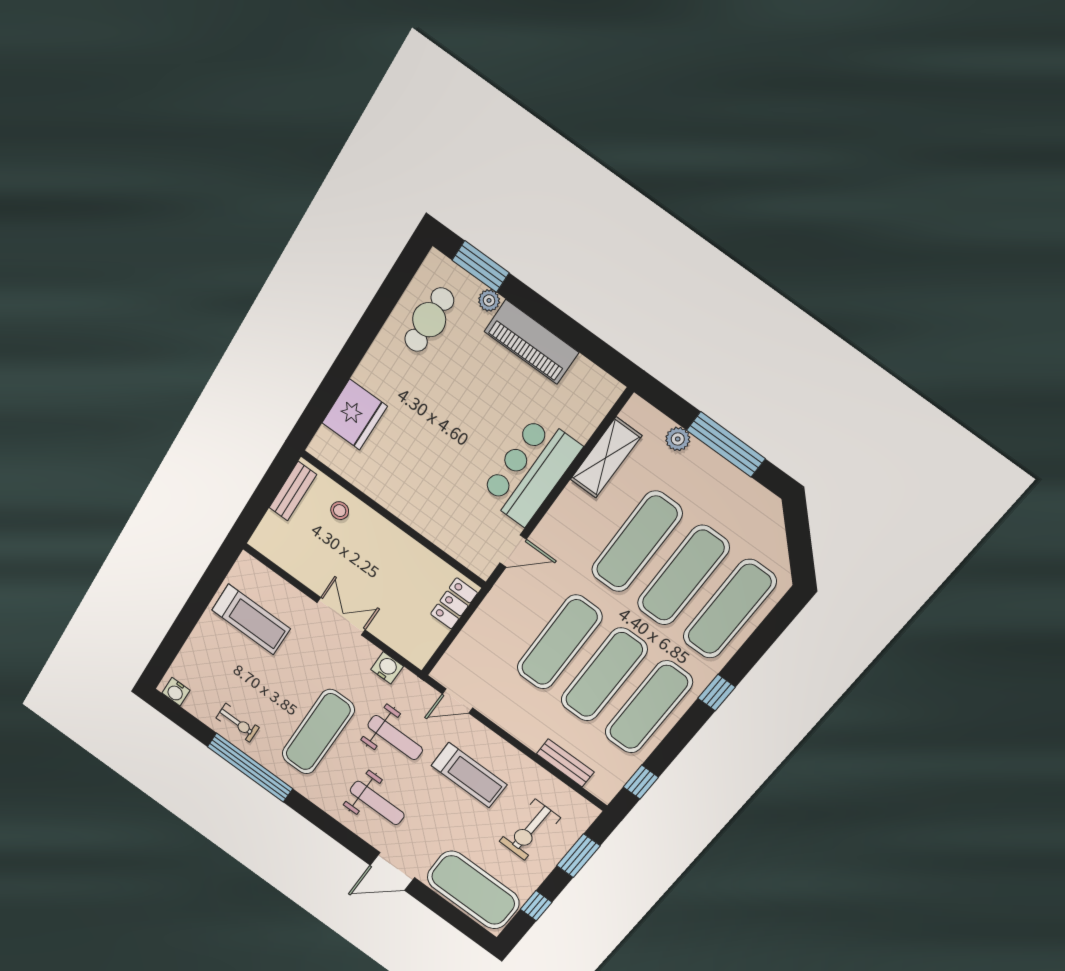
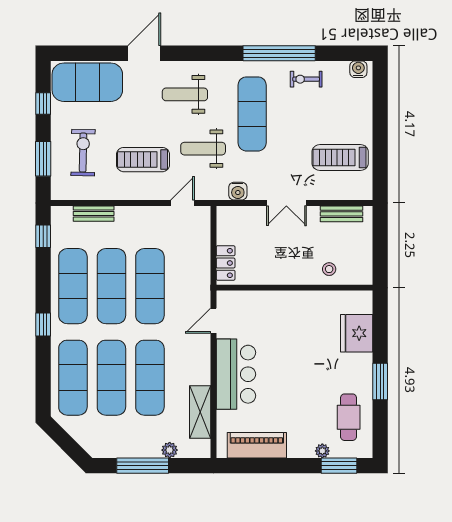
window: (363, 336) -> (380, 381), added
piano: (531, 342) -> (257, 445), moved
bench: (293, 491) -> (342, 214), moved, turned 90

